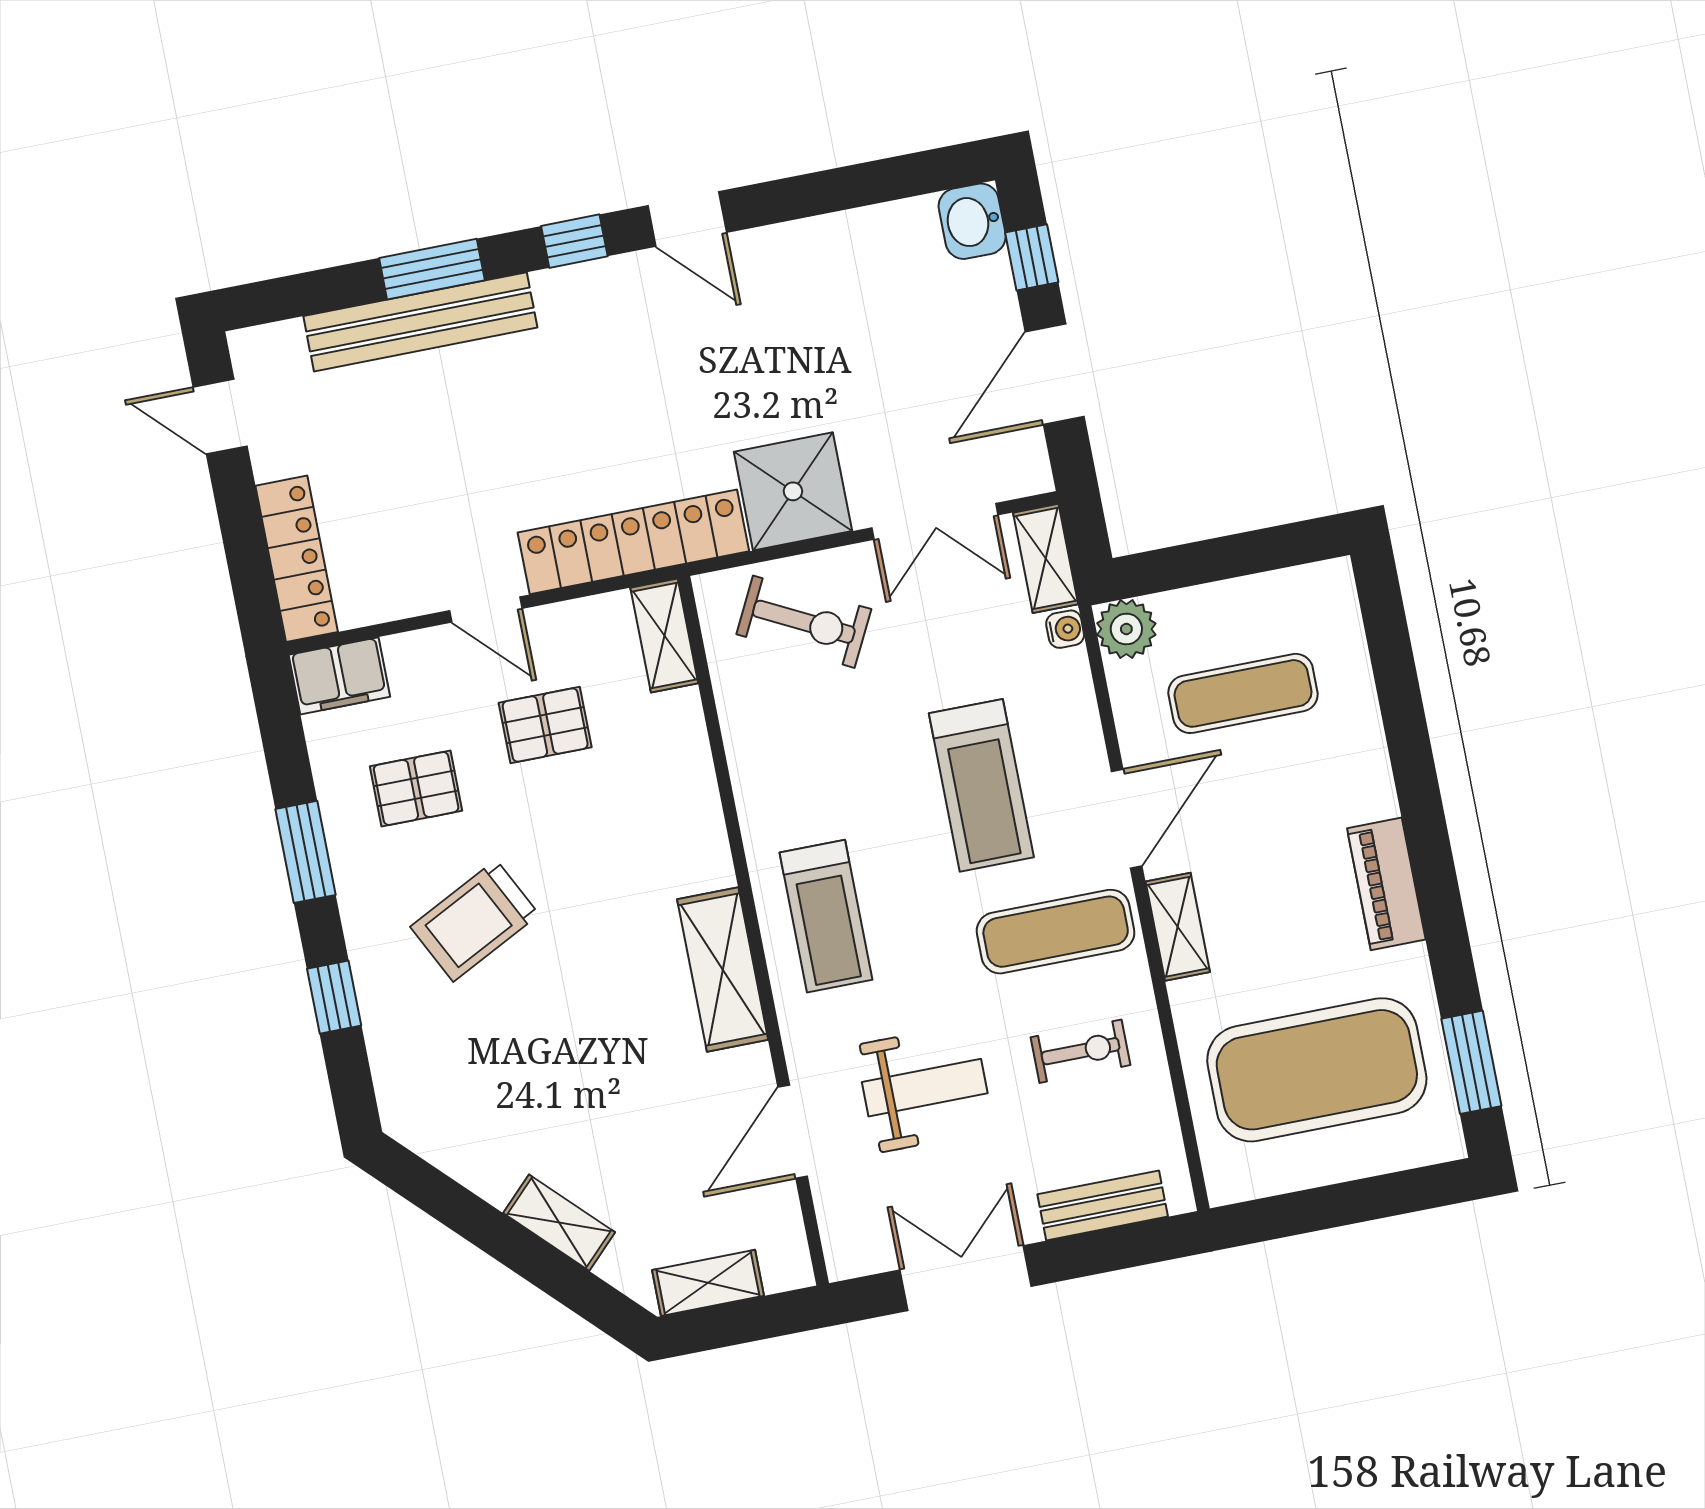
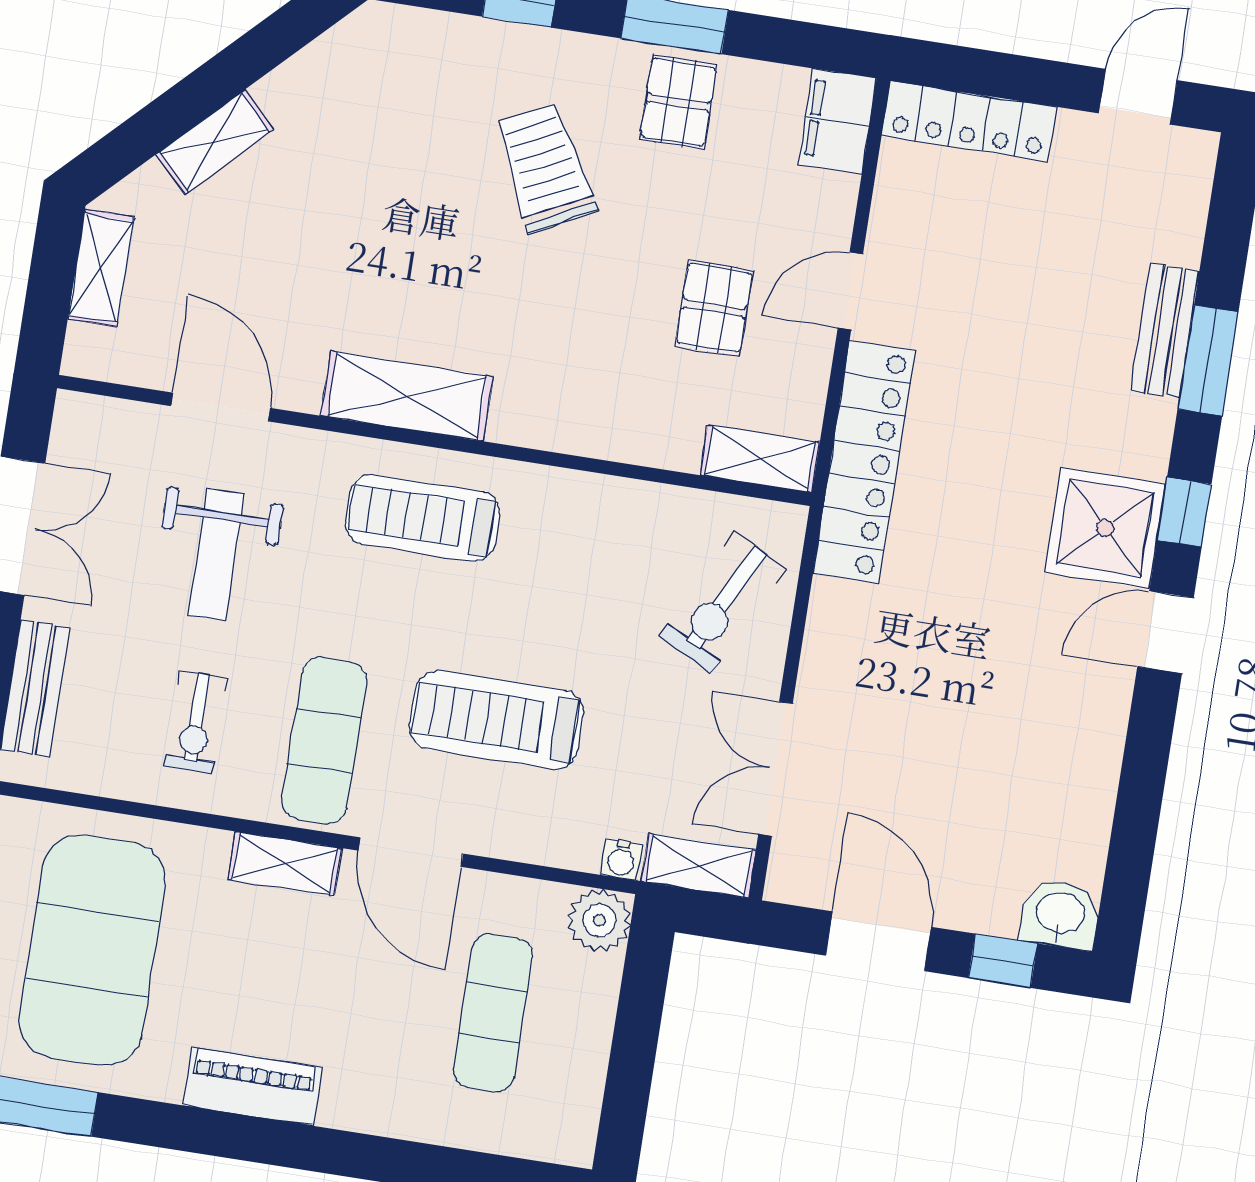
bench: (420, 322) -> (1165, 331), width x0.54, depth x0.82
shower: (793, 491) -> (1105, 528), moved
pallet: (416, 789) -> (678, 102), moved

